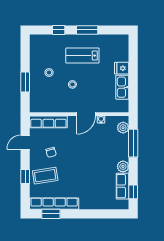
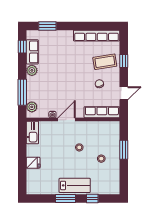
lab bench: (82, 56) -> (75, 185), moved
kitchen sink: (122, 87) -> (32, 133), moved
window: (51, 214) -> (47, 26), moved

